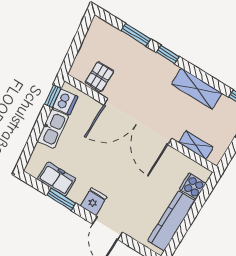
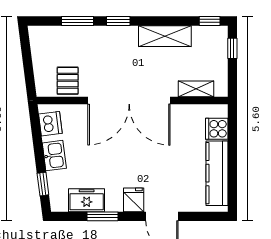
window: (53, 96) -> (43, 184), moved
kitchen sink: (53, 129) -> (54, 156), width x0.73

